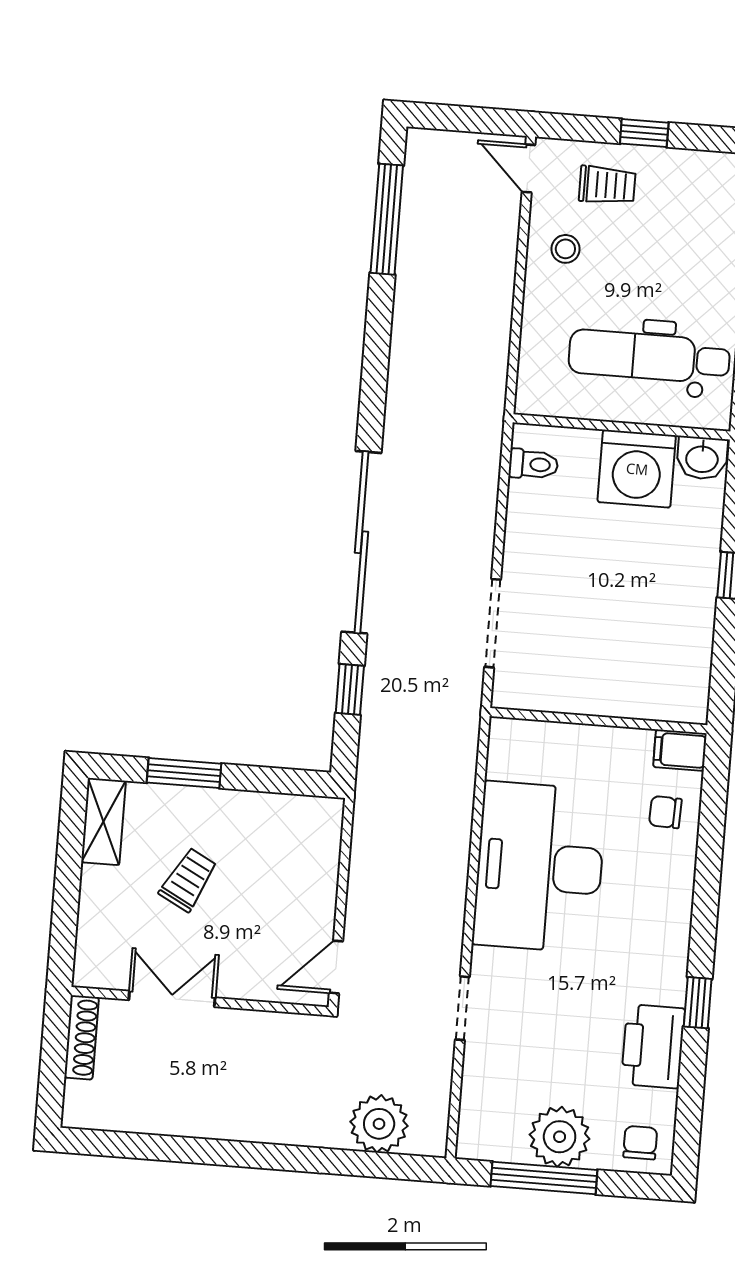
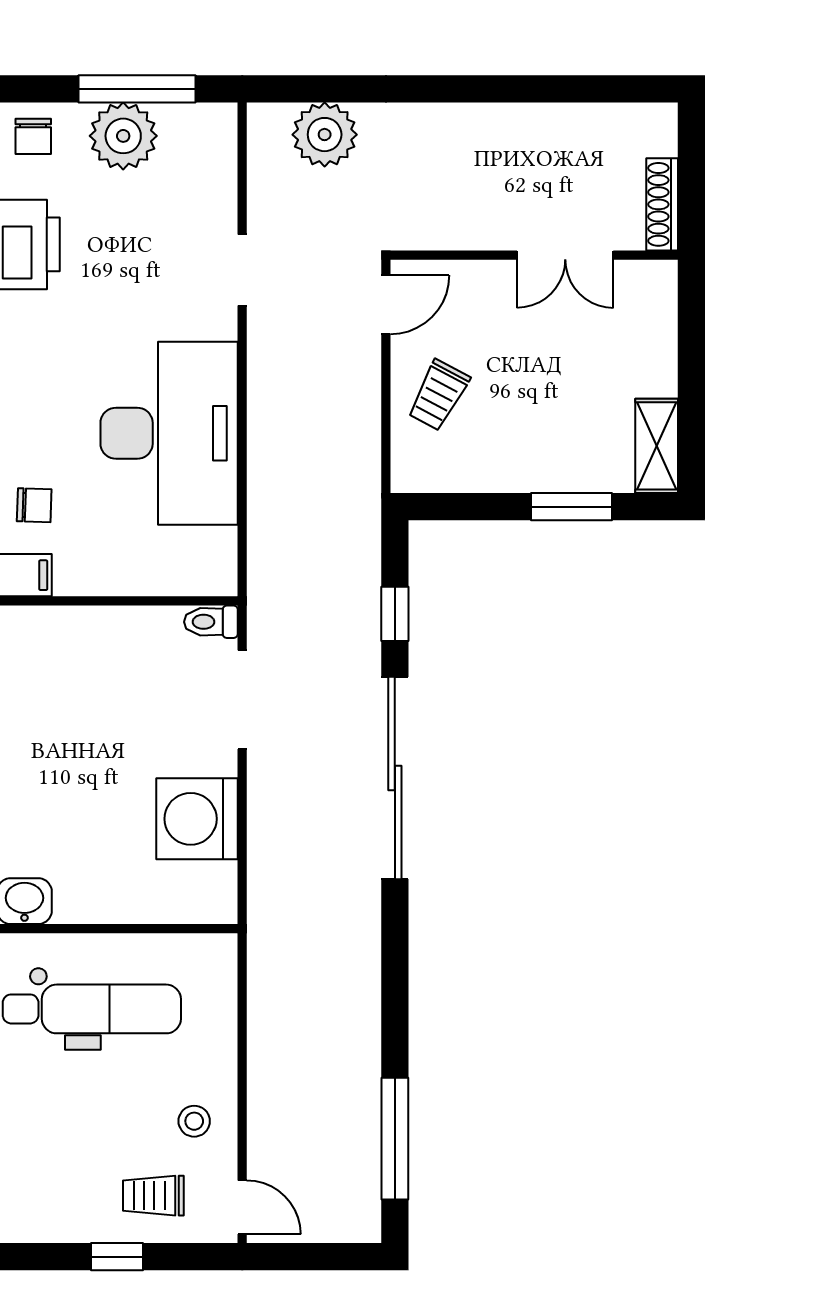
toilet: (533, 464) -> (211, 622), moved
washing machine: (637, 469) -> (197, 819), moved, turned -90
trolley: (188, 880) -> (438, 395), moved

